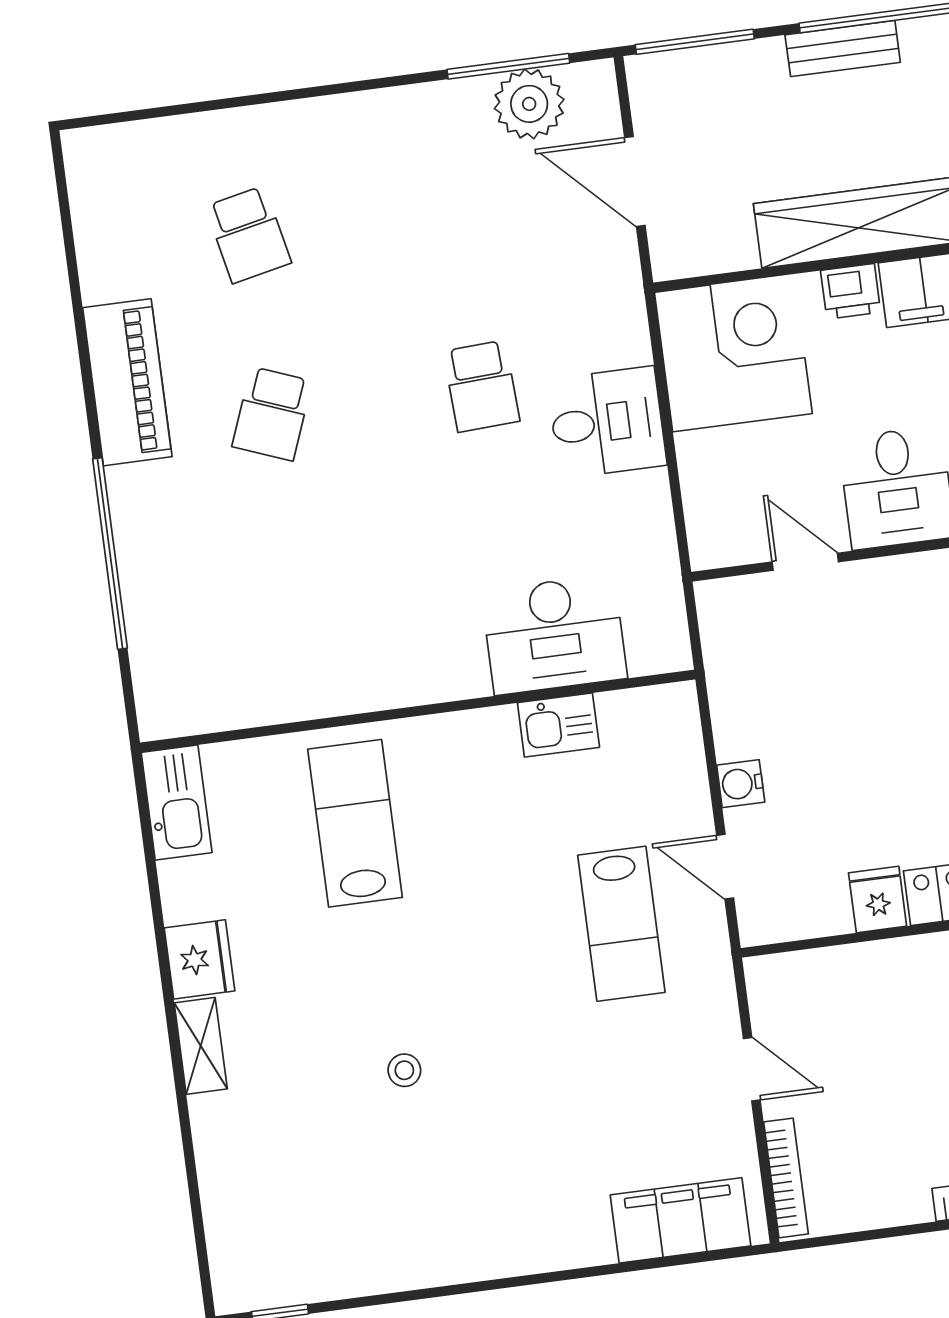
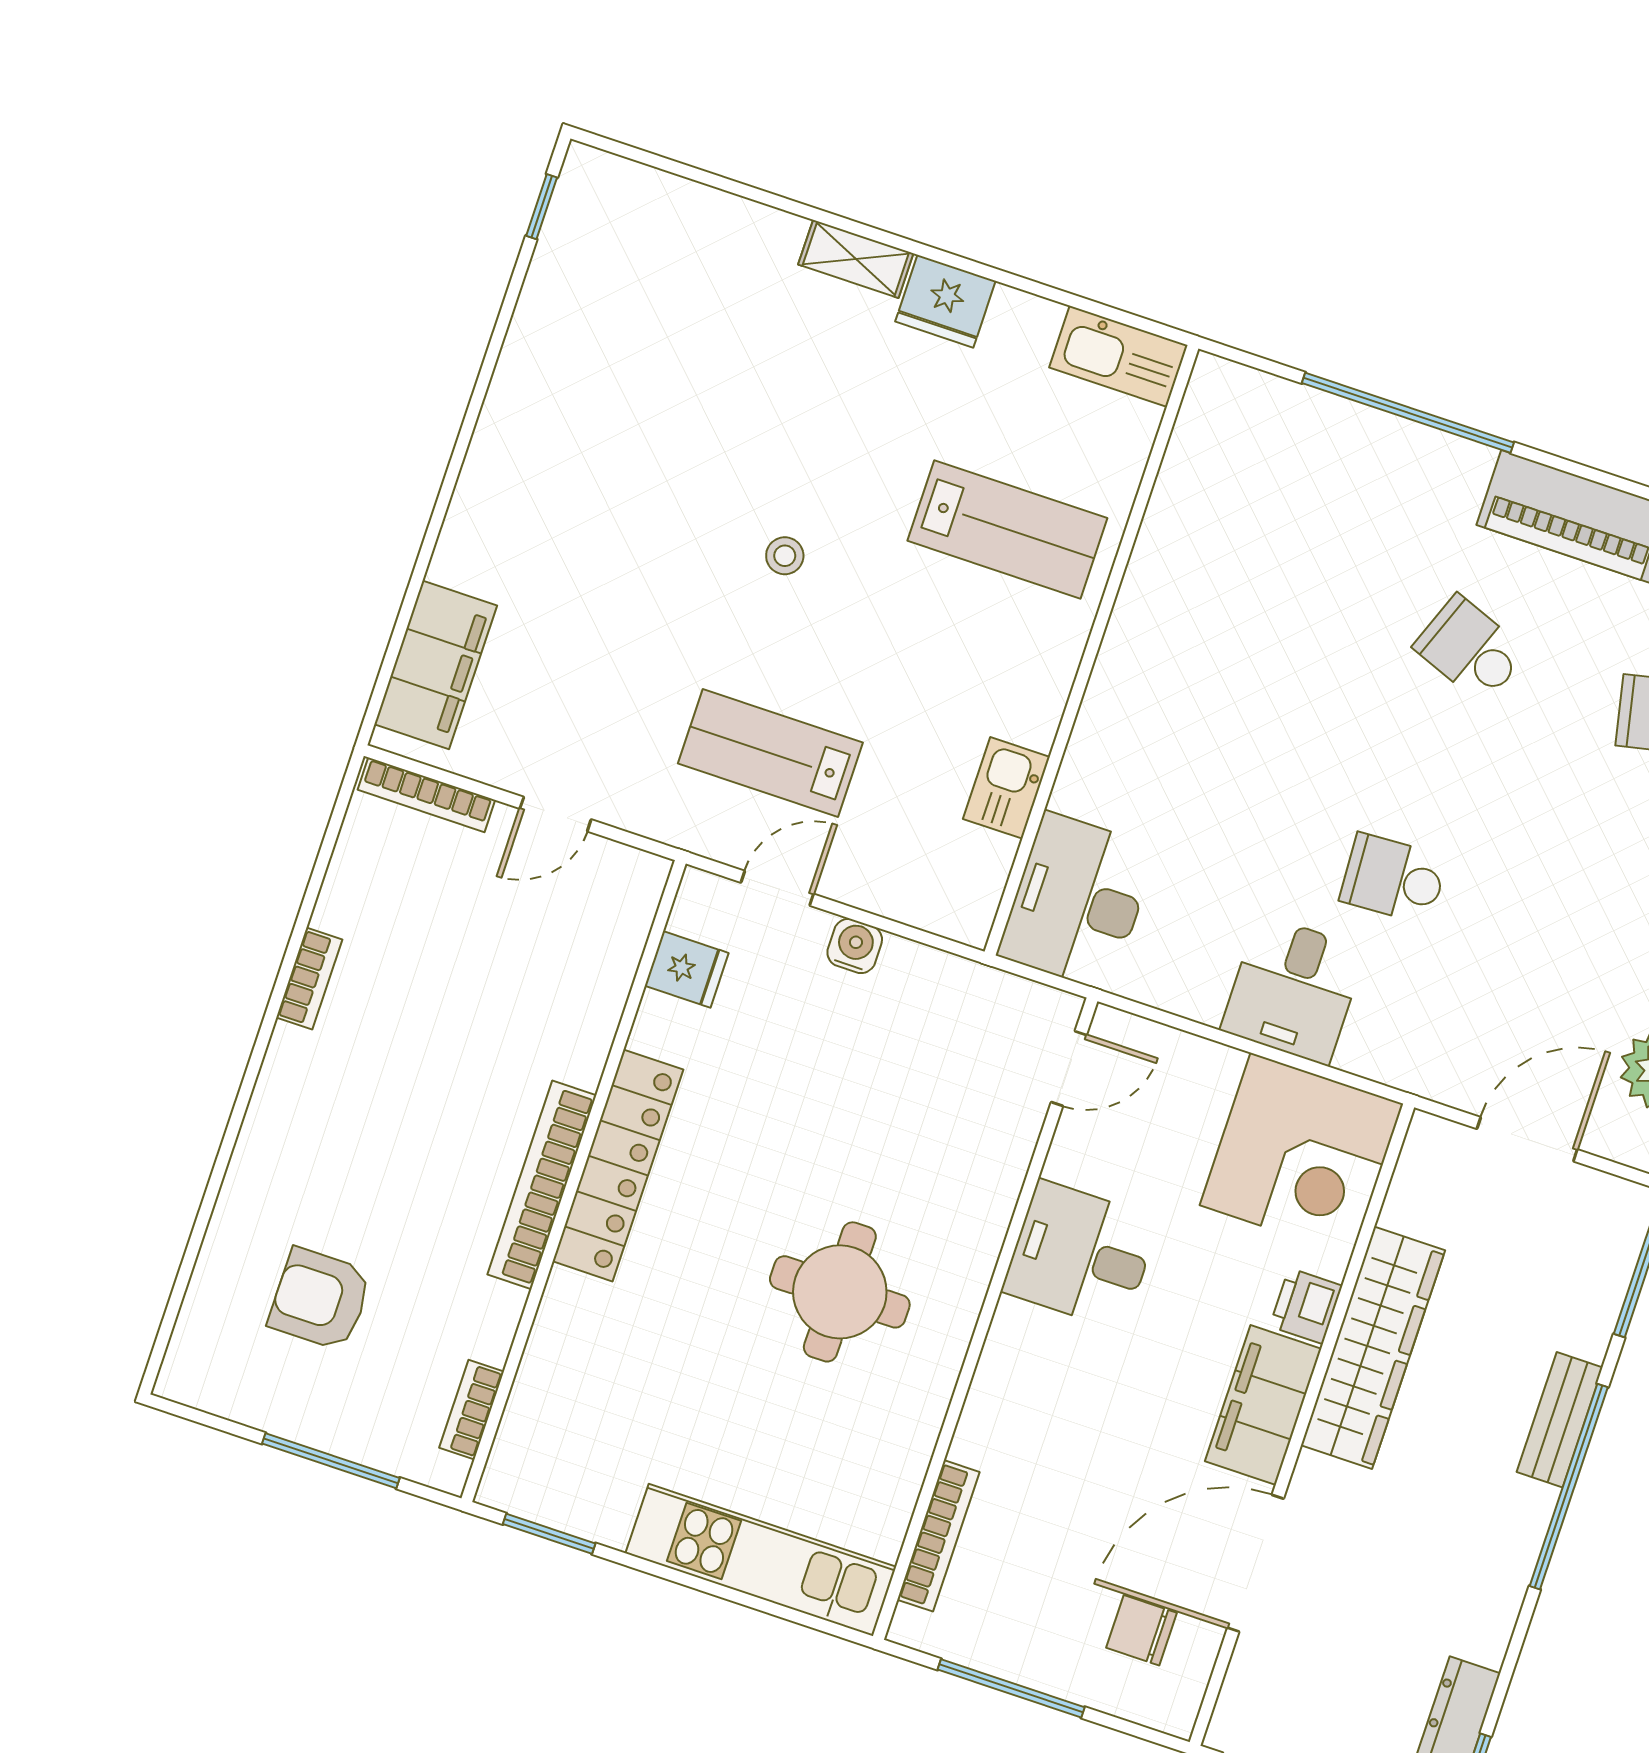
door: (805, 562) -> (1069, 1068), moved
desk: (554, 635) -> (1077, 901), moved
fridge: (878, 899) -> (687, 969), moved
stool: (404, 1070) -> (785, 556), moved

